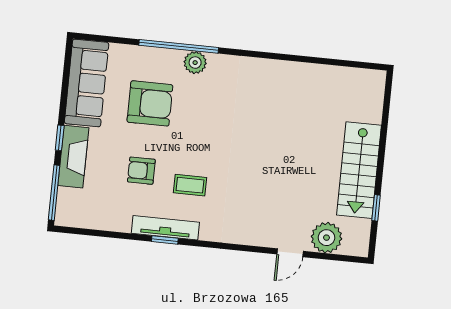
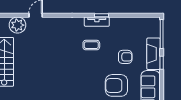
armchair: (141, 171) -> (125, 57), moved
tv unit: (165, 228) -> (97, 22), width x0.71

